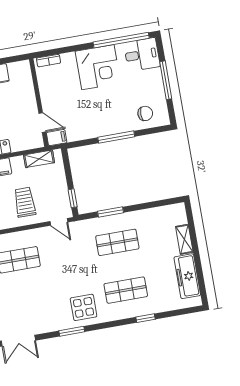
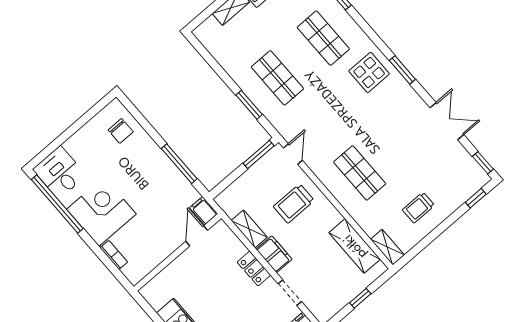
bookcase: (48, 61) -> (114, 255), moved
window: (166, 80) -> (72, 130), removed
chair: (145, 113) -> (121, 131), turned 180
window: (116, 137) -> (179, 164), moved
shelving: (39, 159) -> (249, 229), moved
window: (73, 198) -> (259, 154), width x1.50

